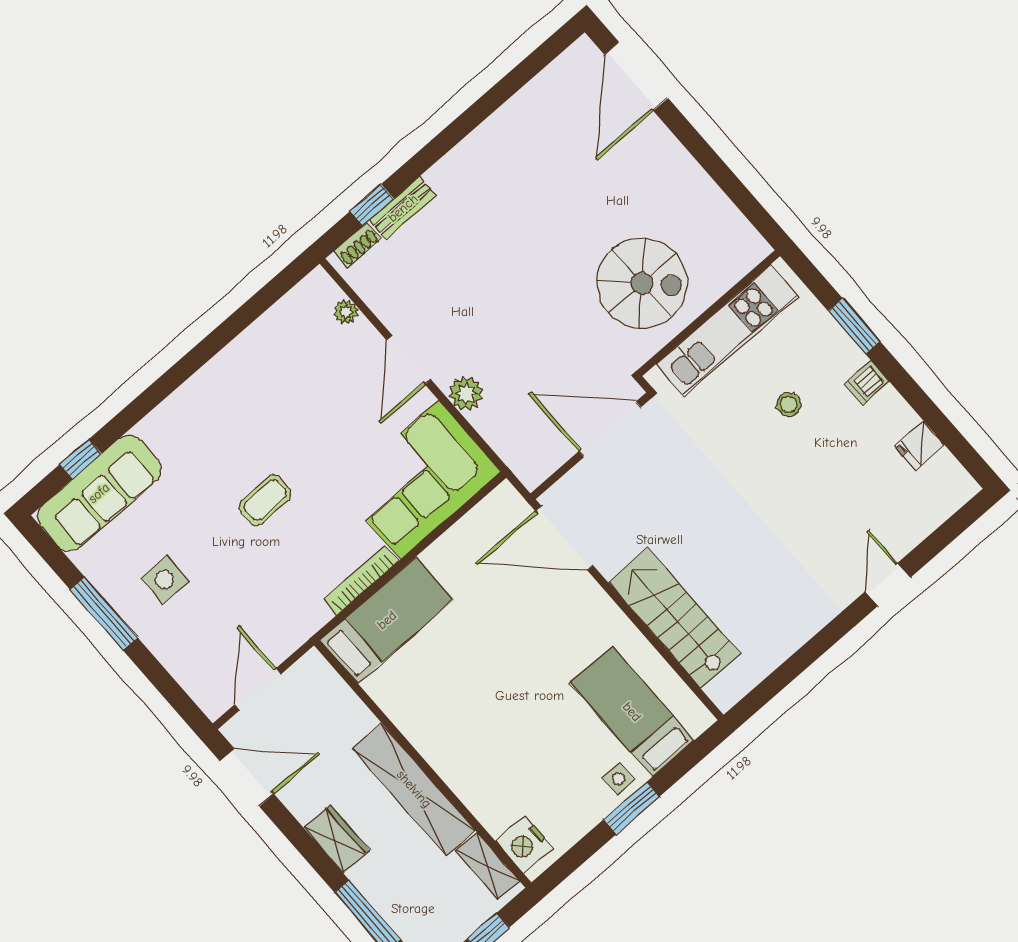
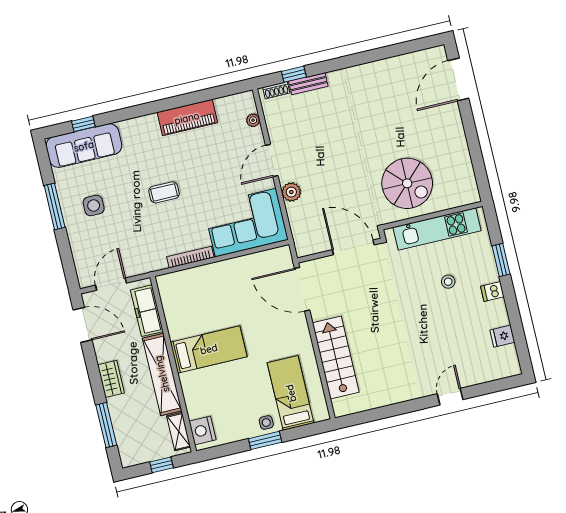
piano: (240, 362) -> (187, 118), added
bed: (387, 620) -> (209, 349), moved
freezer: (337, 702) -> (147, 311), added

